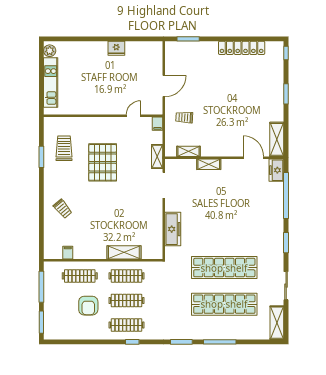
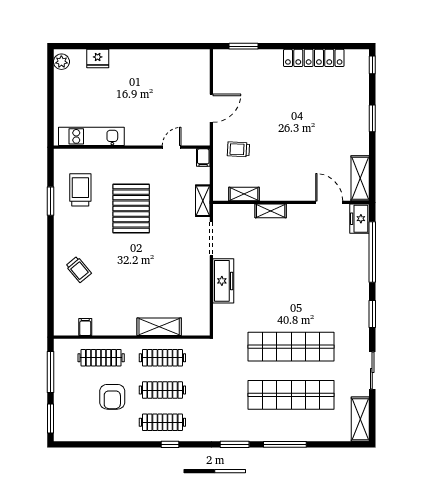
fridge: (116, 48) -> (98, 58), moved
kitchen unit: (51, 83) -> (91, 136), moved, turned -90
freezer: (173, 229) -> (223, 281), moved

